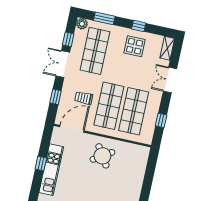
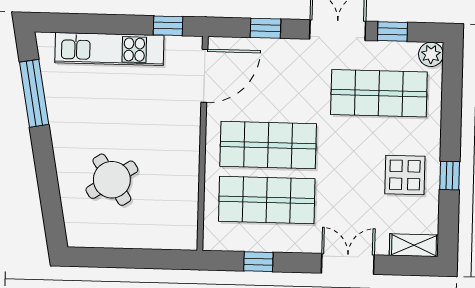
window: (104, 18) -> (452, 100), removed
trolley: (84, 98) -> (274, 88), removed
door: (72, 129) -> (204, 76), hinge flipped
round table: (102, 156) -> (112, 180), moved
window: (41, 163) -> (168, 26), moved

